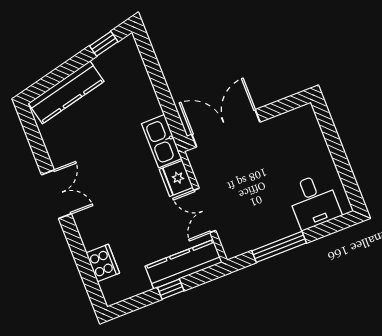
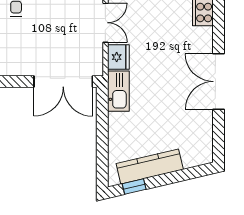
kitchen counter: (66, 92) -> (150, 166), moved
double door: (56, 194) -> (218, 82), width x1.37

